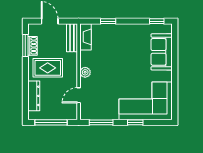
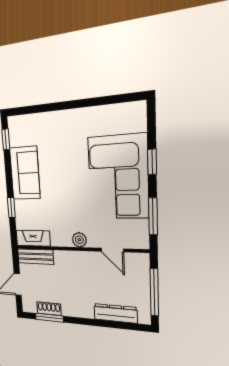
sofa: (162, 52) -> (25, 173), moved, turned -90
rug: (48, 68) -> (76, 291), removed
corner sofa: (146, 101) -> (118, 177), moved

